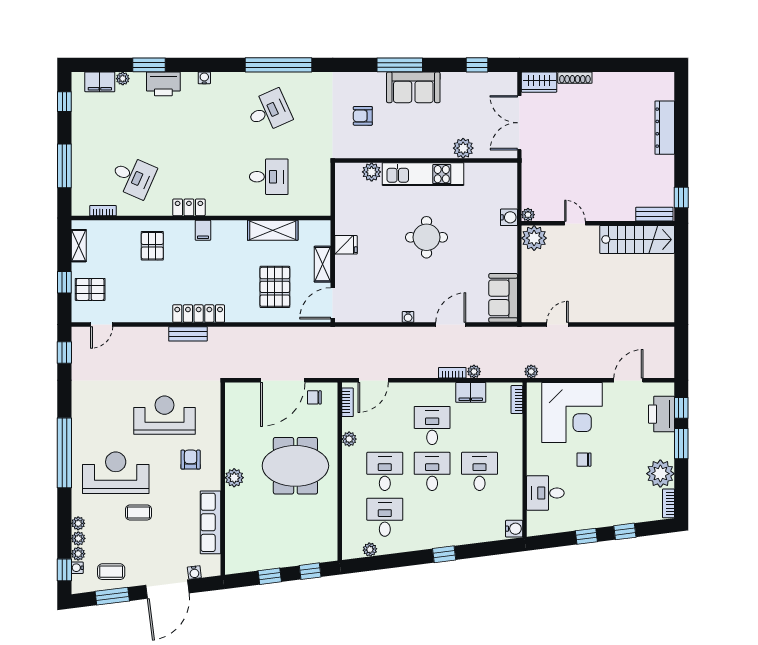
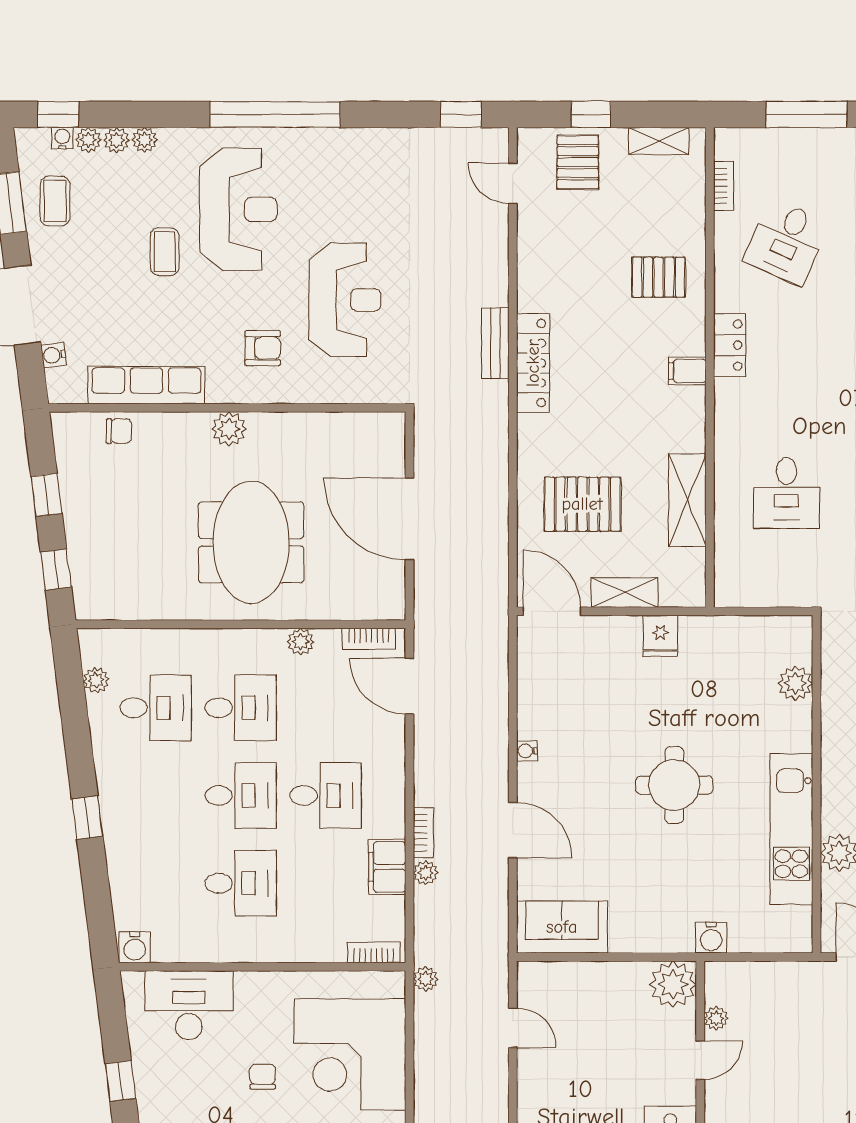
kitchen unit: (423, 174) -> (791, 829), moved
plant: (528, 215) -> (716, 1018), moved
chair: (314, 397) -> (119, 431), moved, turned 90
desk: (545, 493) -> (189, 1005), width x1.37

